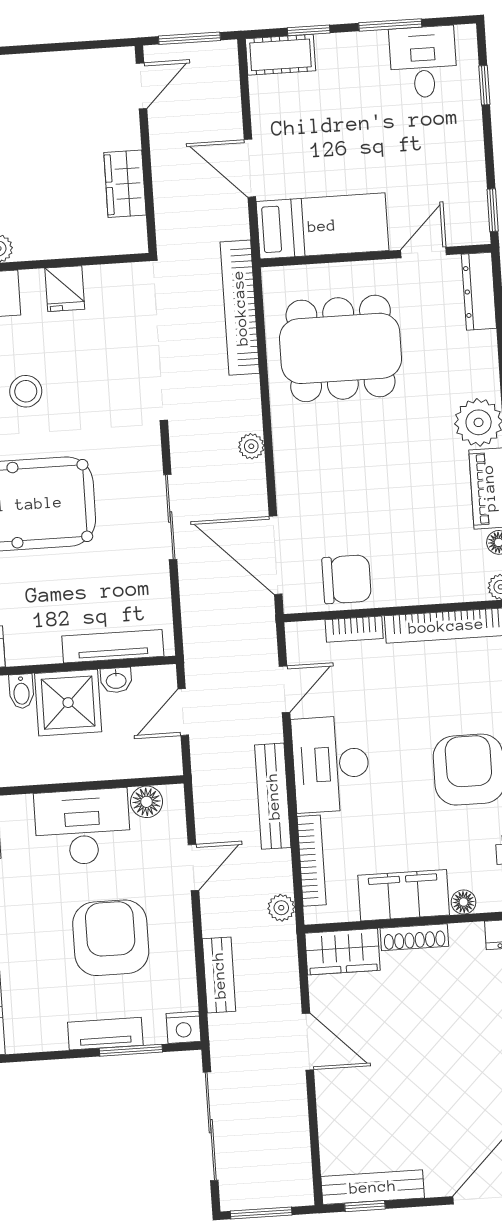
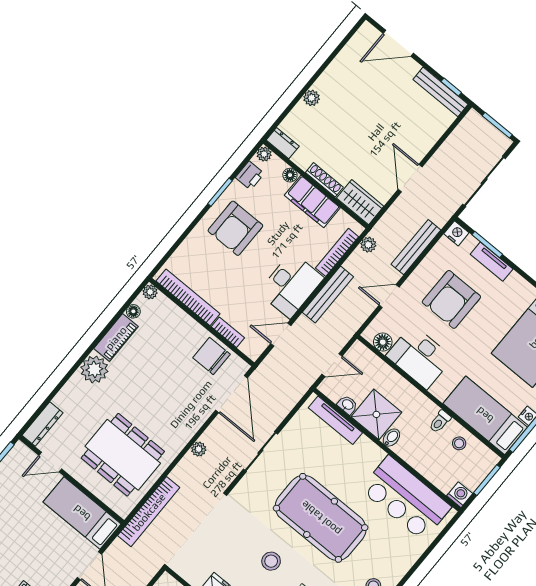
bench: (219, 975) -> (416, 247), width x1.36

